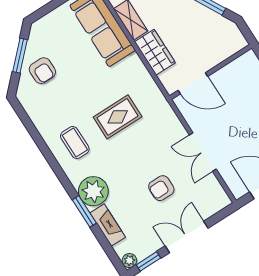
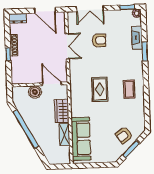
boiler: (211, 57) -> (35, 92), added
armchair: (42, 71) -> (124, 135), turned -125
rug: (118, 117) -> (100, 89), turned 90
plant: (93, 191) -> (134, 59), removed
double door: (187, 237) -> (90, 9), moved

